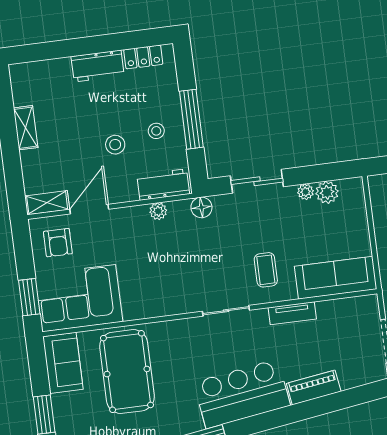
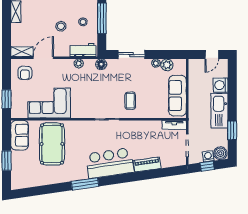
sofa: (336, 278) -> (178, 96), moved, turned -90
corner sofa: (79, 298) -> (49, 103), moved
tv unit: (292, 313) -> (174, 125), moved

